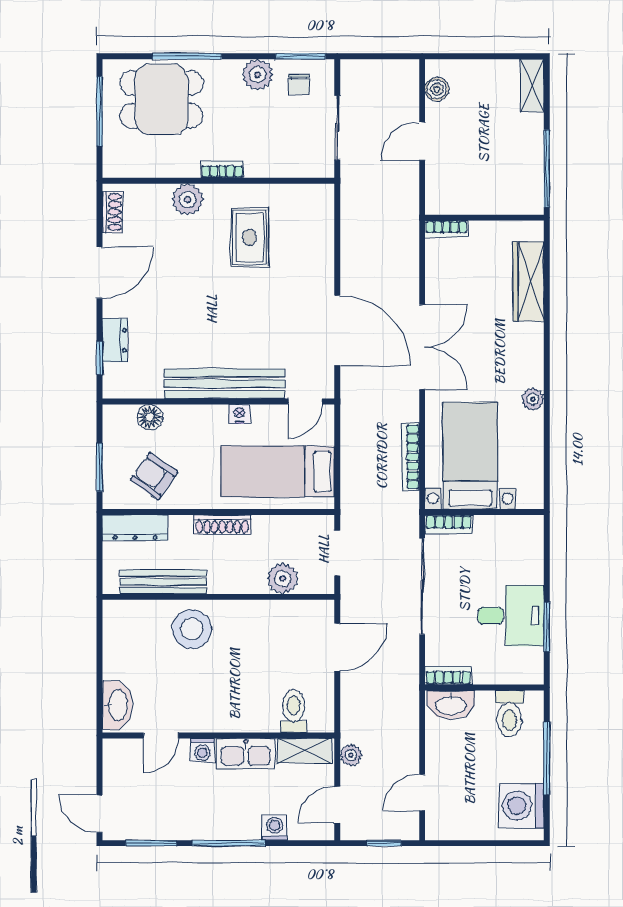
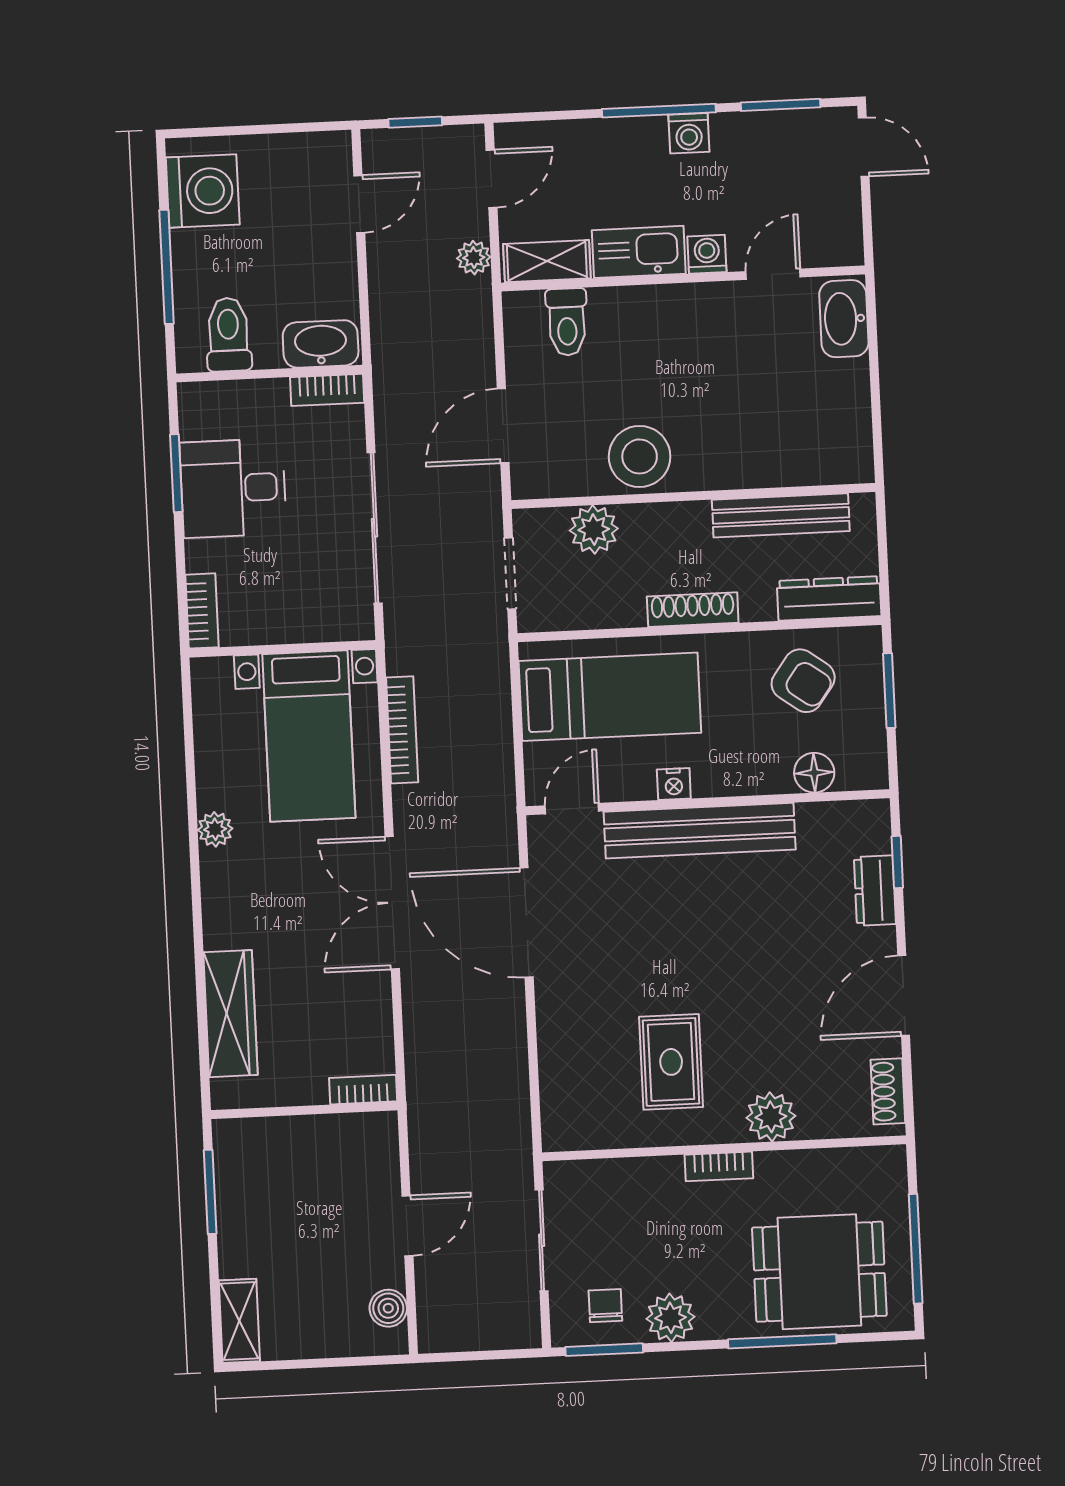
window: (547, 168) -> (210, 1192), width x0.69
bookcase: (449, 524) -> (202, 611), moved, turned 90
stool: (192, 629) -> (640, 456), moved
washing machine: (275, 828) -> (689, 133), moved

